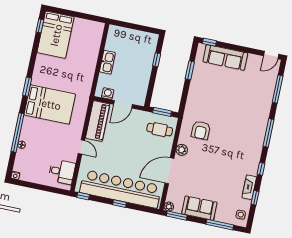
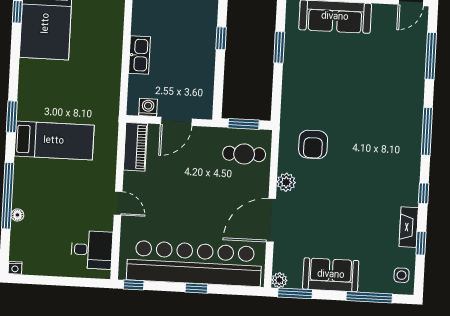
bed: (50, 104) -> (54, 141), width x0.67
piano: (98, 121) -> (135, 147), width x0.73, depth x0.75

